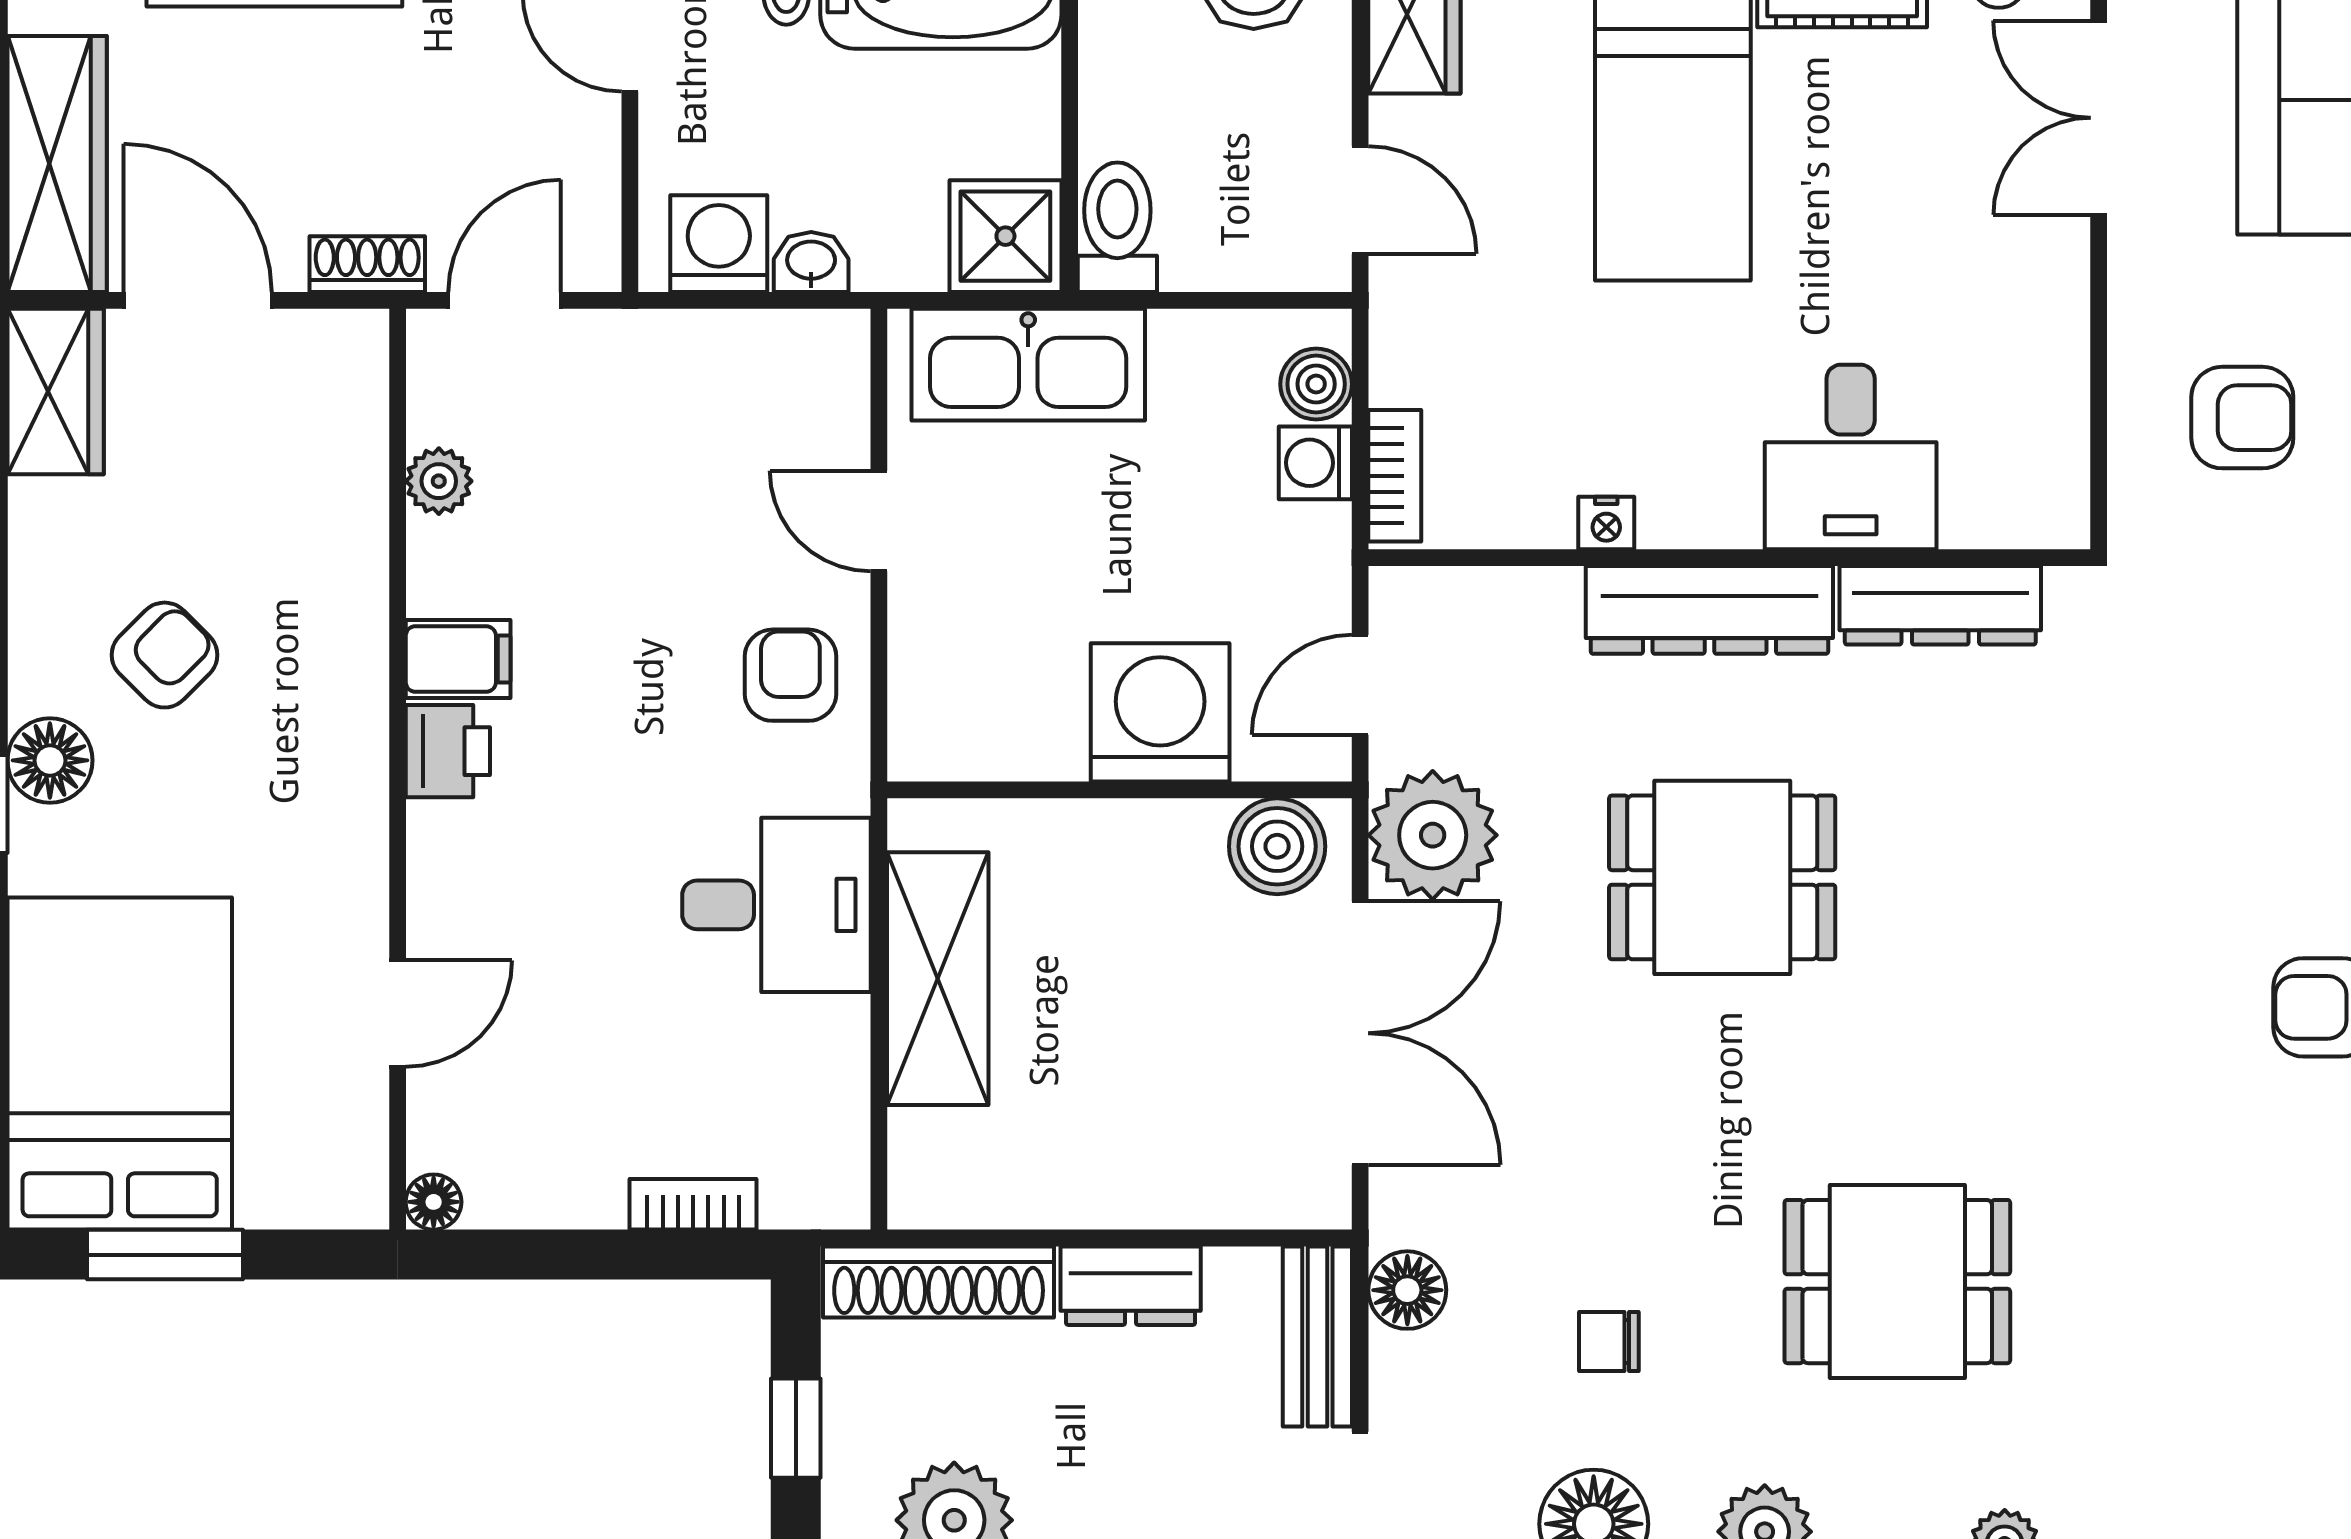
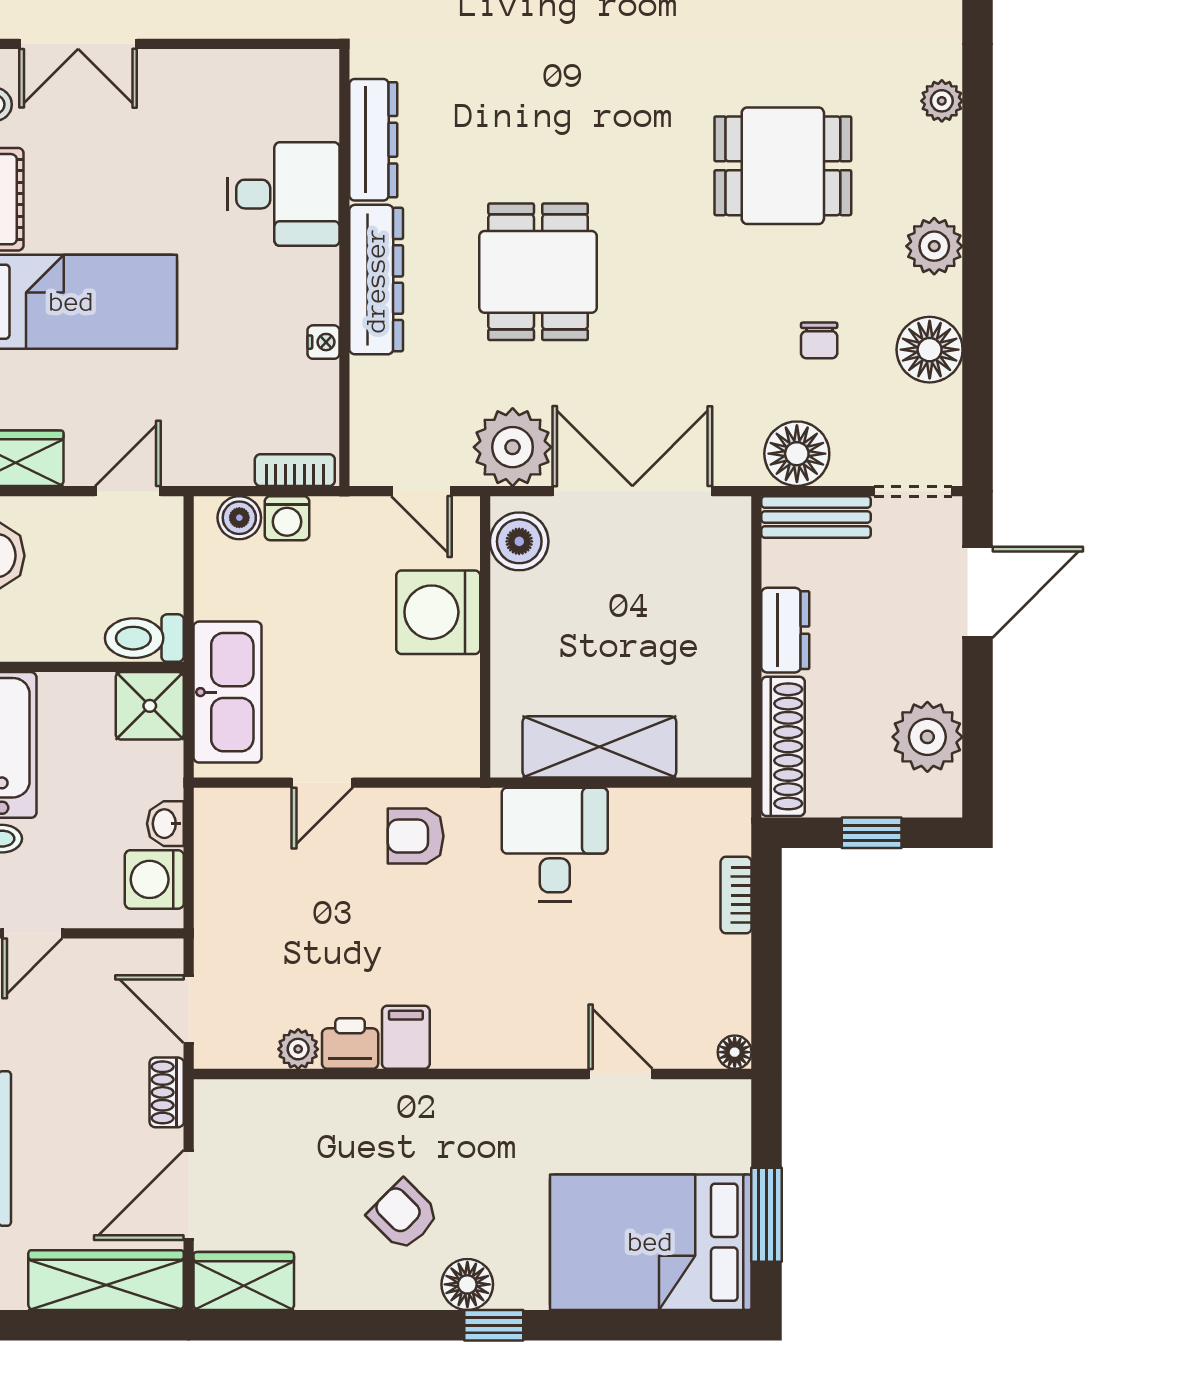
printer: (448, 751) -> (350, 1044), moved
dining table: (1897, 1282) -> (783, 166), turned 90
floor lamp: (1407, 1290) -> (797, 454), width x1.38, depth x1.38

